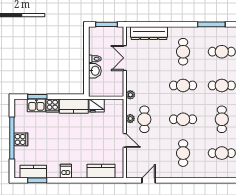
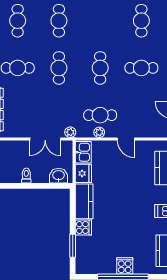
double door: (125, 58) -> (45, 139), moved
washbasin: (95, 71) -> (59, 176), moved
kitchen sink: (36, 105) -> (83, 152), moved
cafe table: (222, 119) -> (100, 21), removed
door: (125, 140) -> (126, 139), swing flipped

